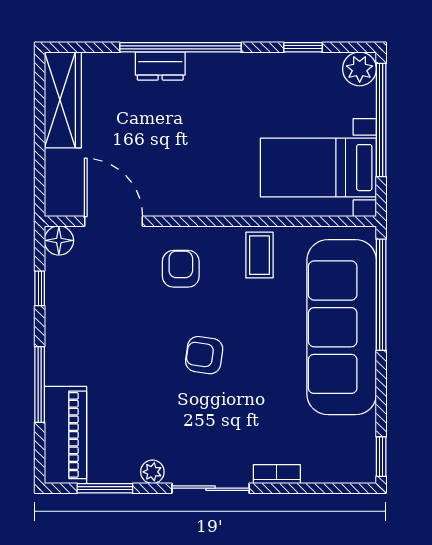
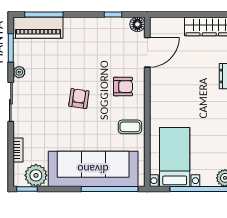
window: (40, 384) -> (44, 14), moved
plant: (355, 439) -> (36, 175), added
bookcase: (277, 474) -> (18, 150), moved

